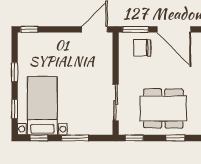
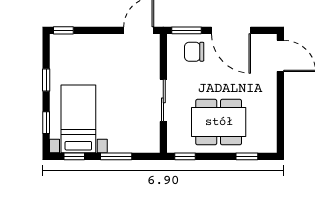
sliding door: (116, 102) -> (163, 100), moved
window: (175, 138) -> (247, 156), moved

